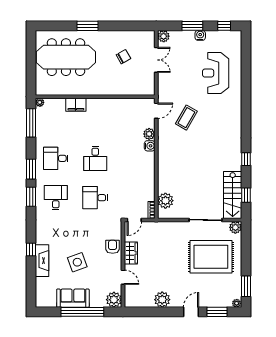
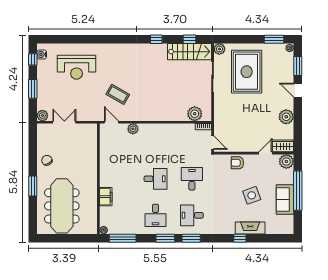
water cooler: (200, 35) -> (42, 54), moved
chair: (123, 57) -> (47, 160), moved
water cooler: (150, 146) -> (144, 128), removed
desk: (95, 198) -> (192, 179), turned 180
wardrobe: (131, 253) -> (283, 146), moved

